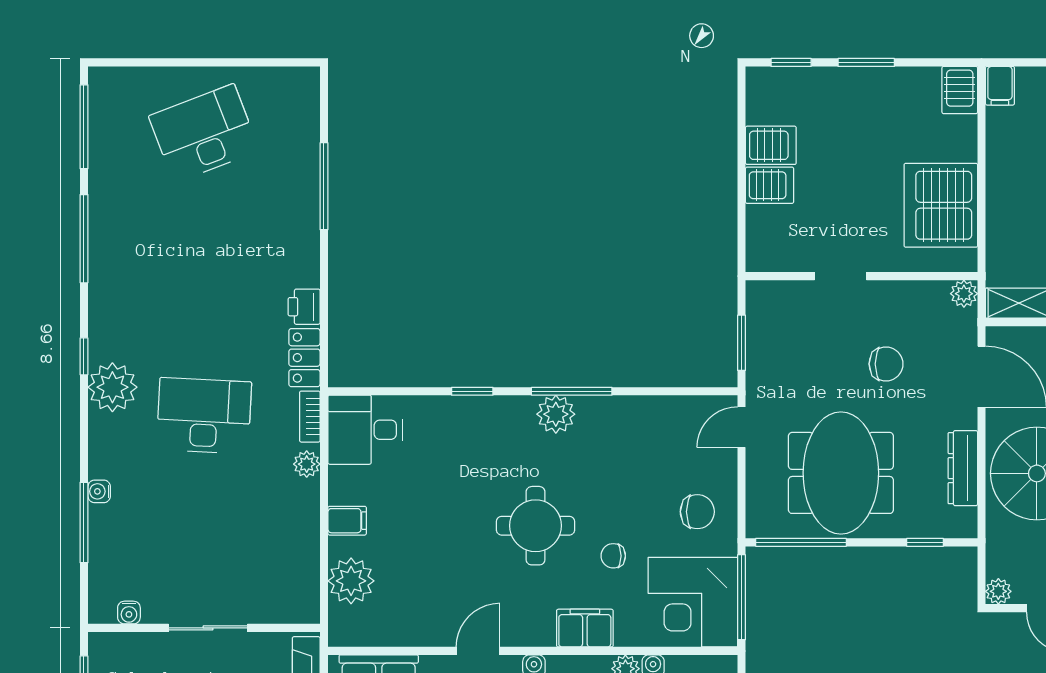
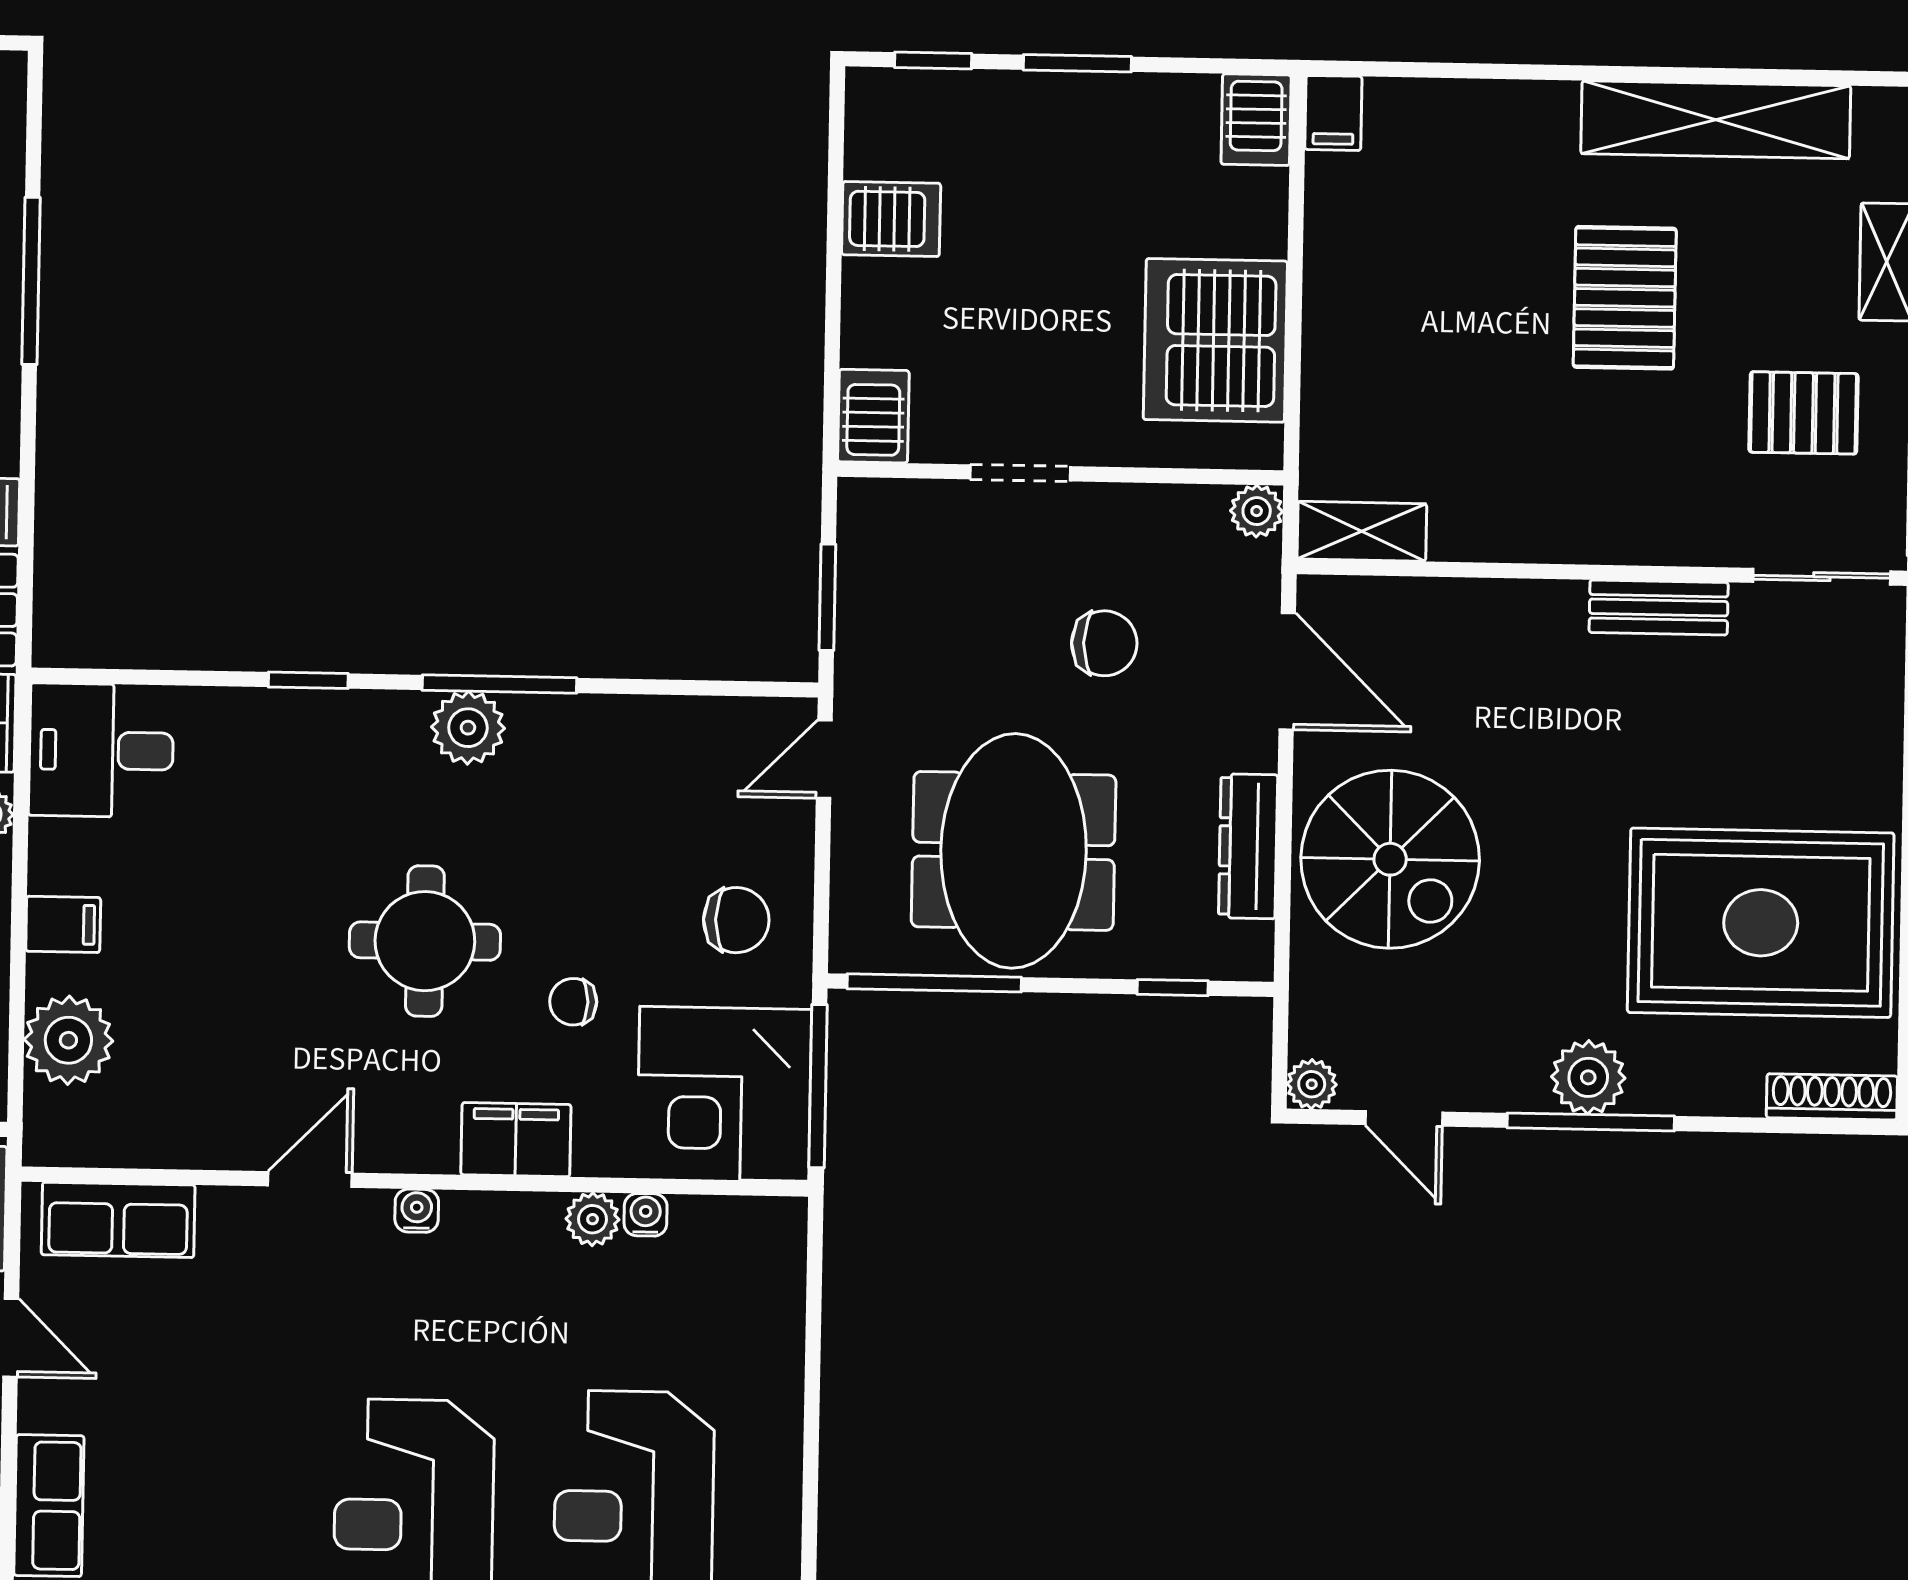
server rack: (770, 185) -> (873, 416), moved, turned -90

